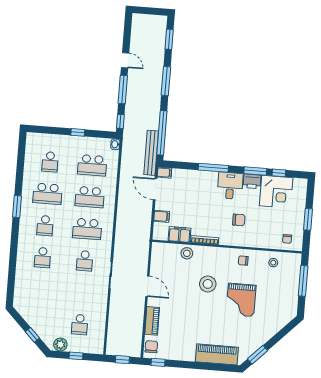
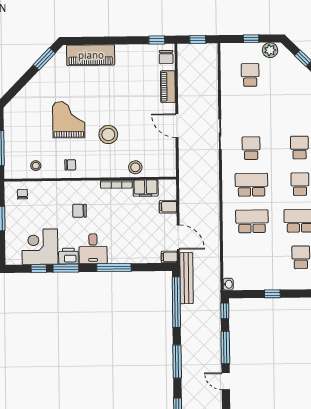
school desk: (92, 165) -> (252, 258), removed

